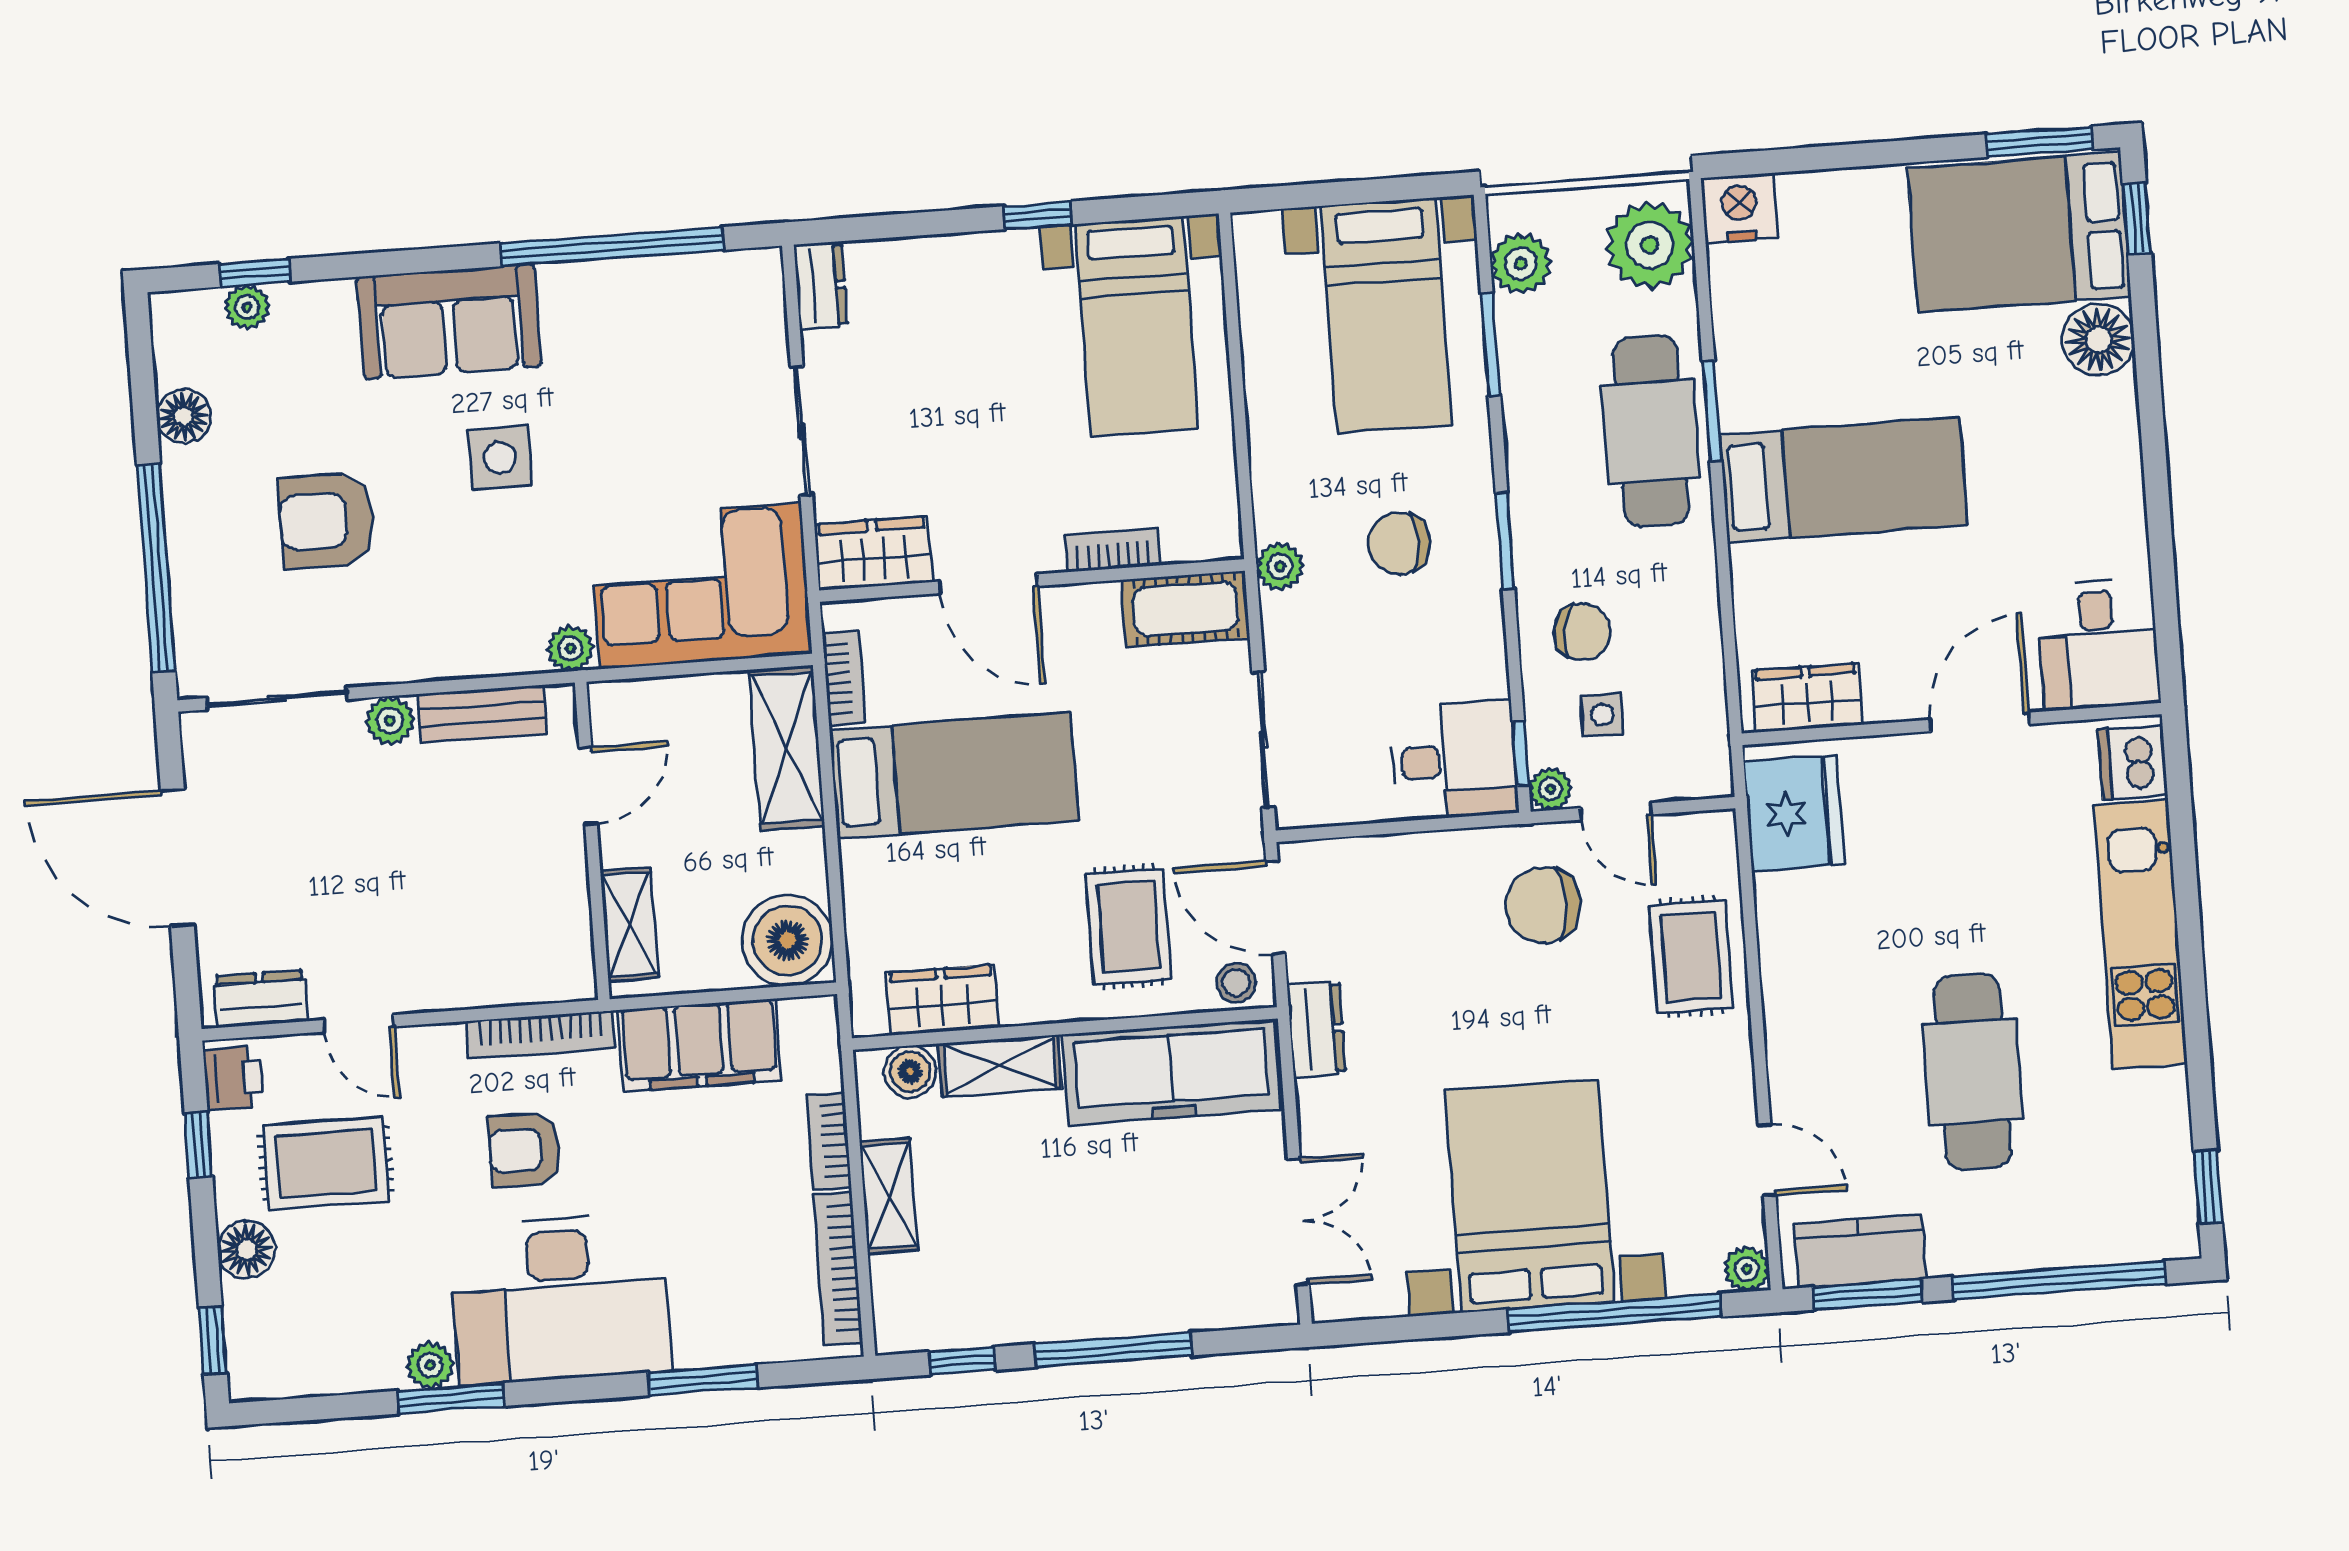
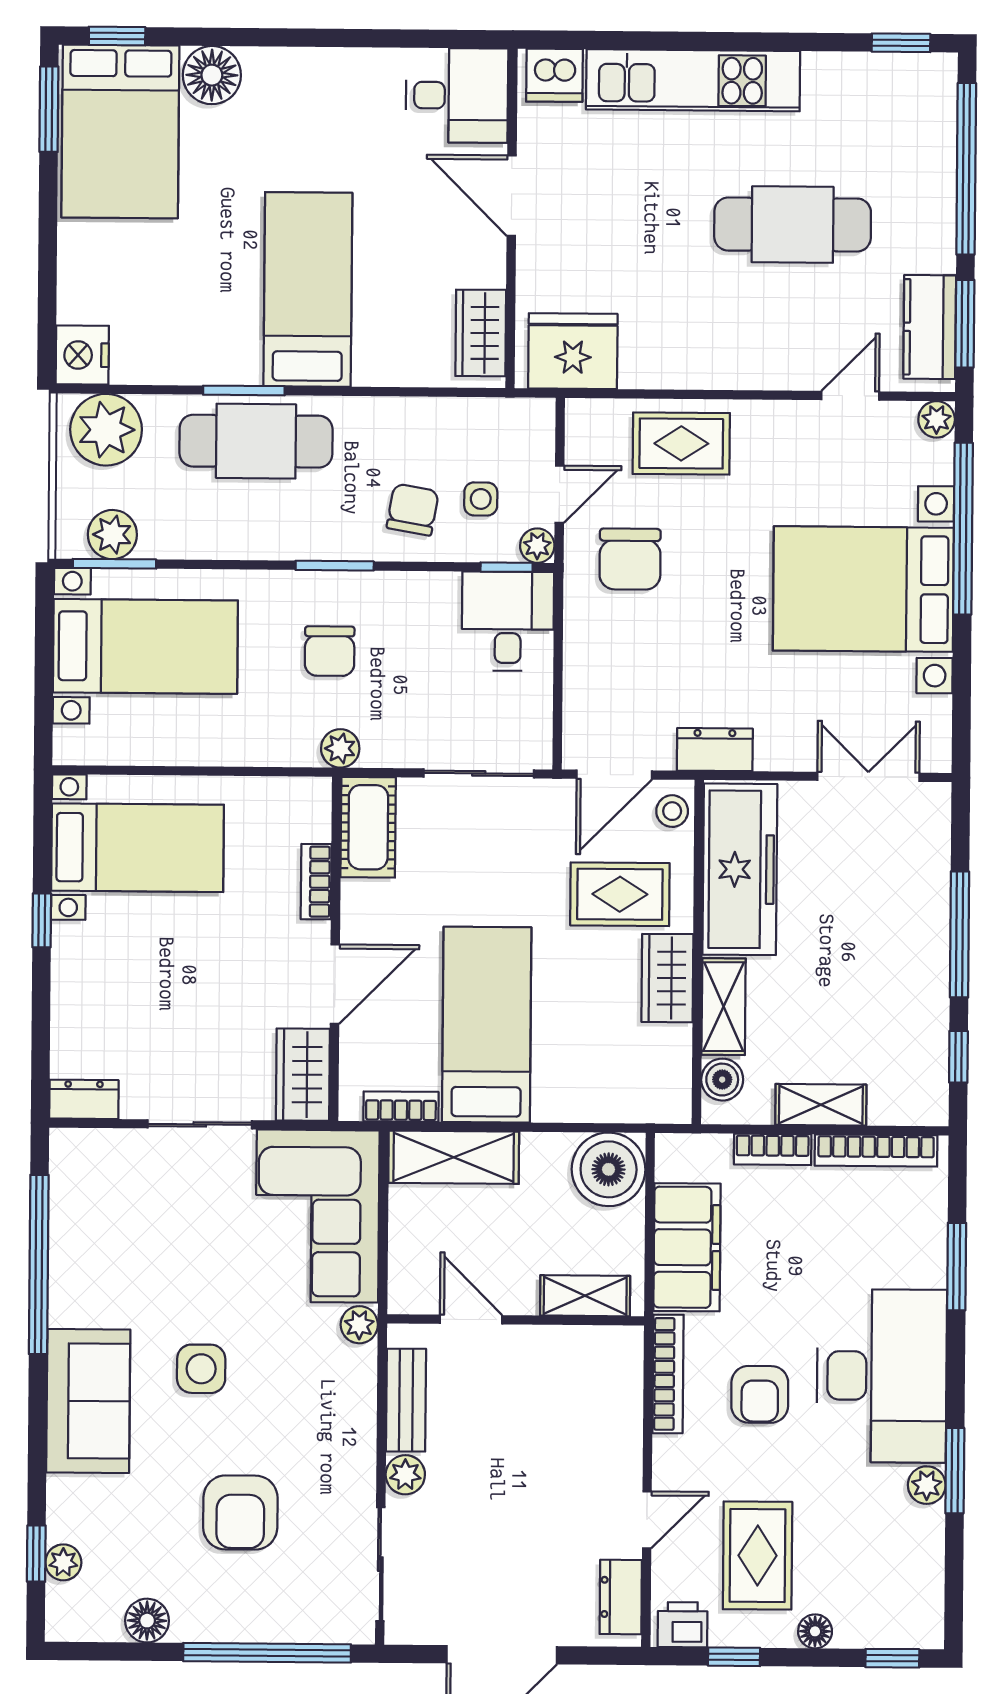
window: (1491, 344) -> (114, 564), moved
wardrobe: (942, 1000) -> (667, 978), moved
floor lamp: (246, 1249) -> (815, 1631), width x0.73, depth x0.73

